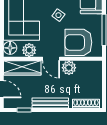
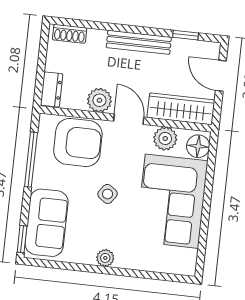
dresser: (97, 71) -> (52, 89), added
shoe rack: (86, 104) -> (70, 34), width x0.70

